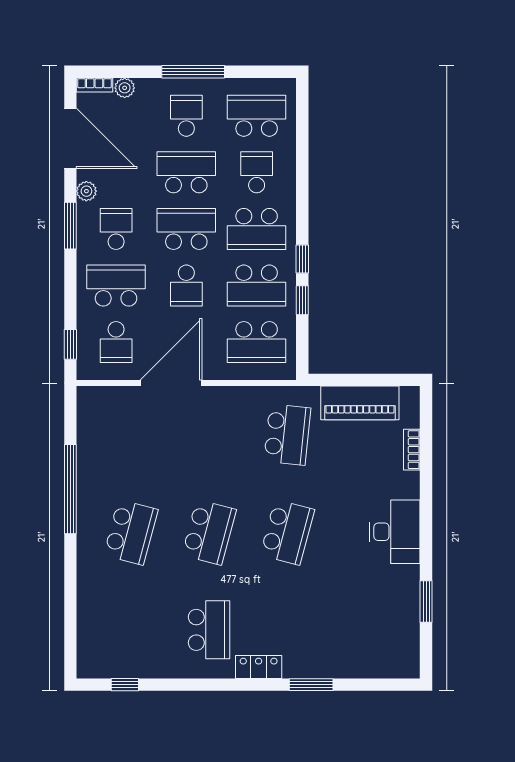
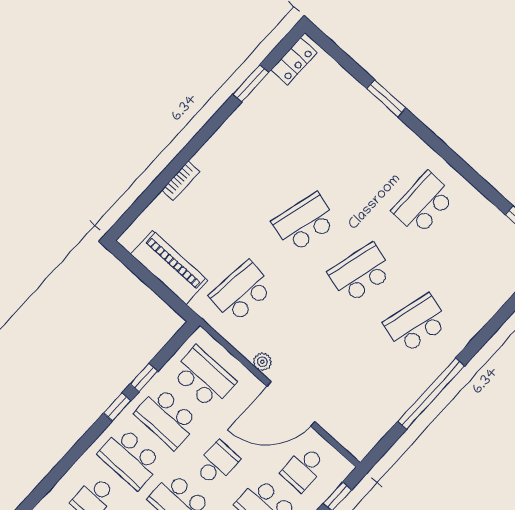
school desk: (257, 229) -> (130, 458), turned 180
school desk: (257, 286) -> (167, 418), turned 180
school desk: (116, 342) -> (303, 469), turned 180
plant: (222, 395) -> (262, 362), added
bookcase: (412, 450) -> (181, 181), moved
desk: (395, 532) -> (228, 153), removed
locker: (259, 667) -> (294, 61), moved, turned -90

